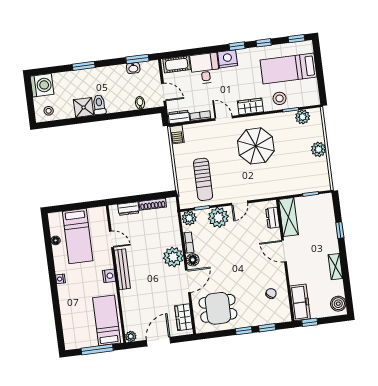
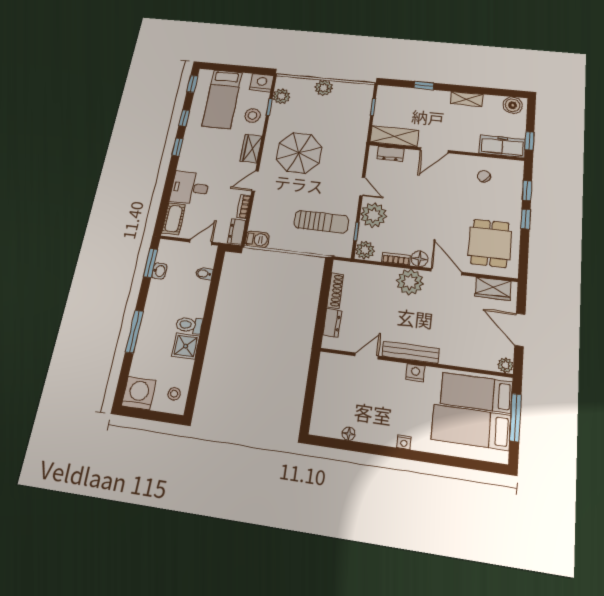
nightstand: (228, 59) -> (262, 83), moved, turned 90
window: (84, 66) -> (134, 332), width x1.44
bed: (78, 236) -> (471, 427), moved, turned 180

